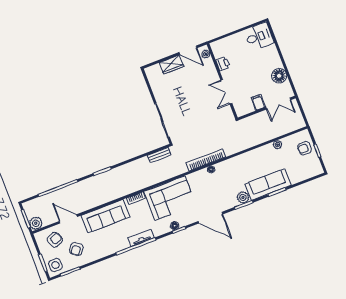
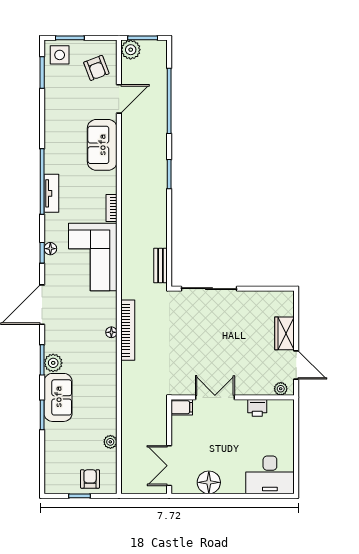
desk: (259, 36) -> (270, 475), width x1.37
door: (188, 50) -> (296, 365), swing flipped
filing cabinet: (258, 102) -> (182, 407), moved
sofa: (268, 184) -> (58, 397), width x0.73
sofa: (105, 216) -> (102, 145), width x0.73
armchair: (76, 249) -> (71, 94), removed

